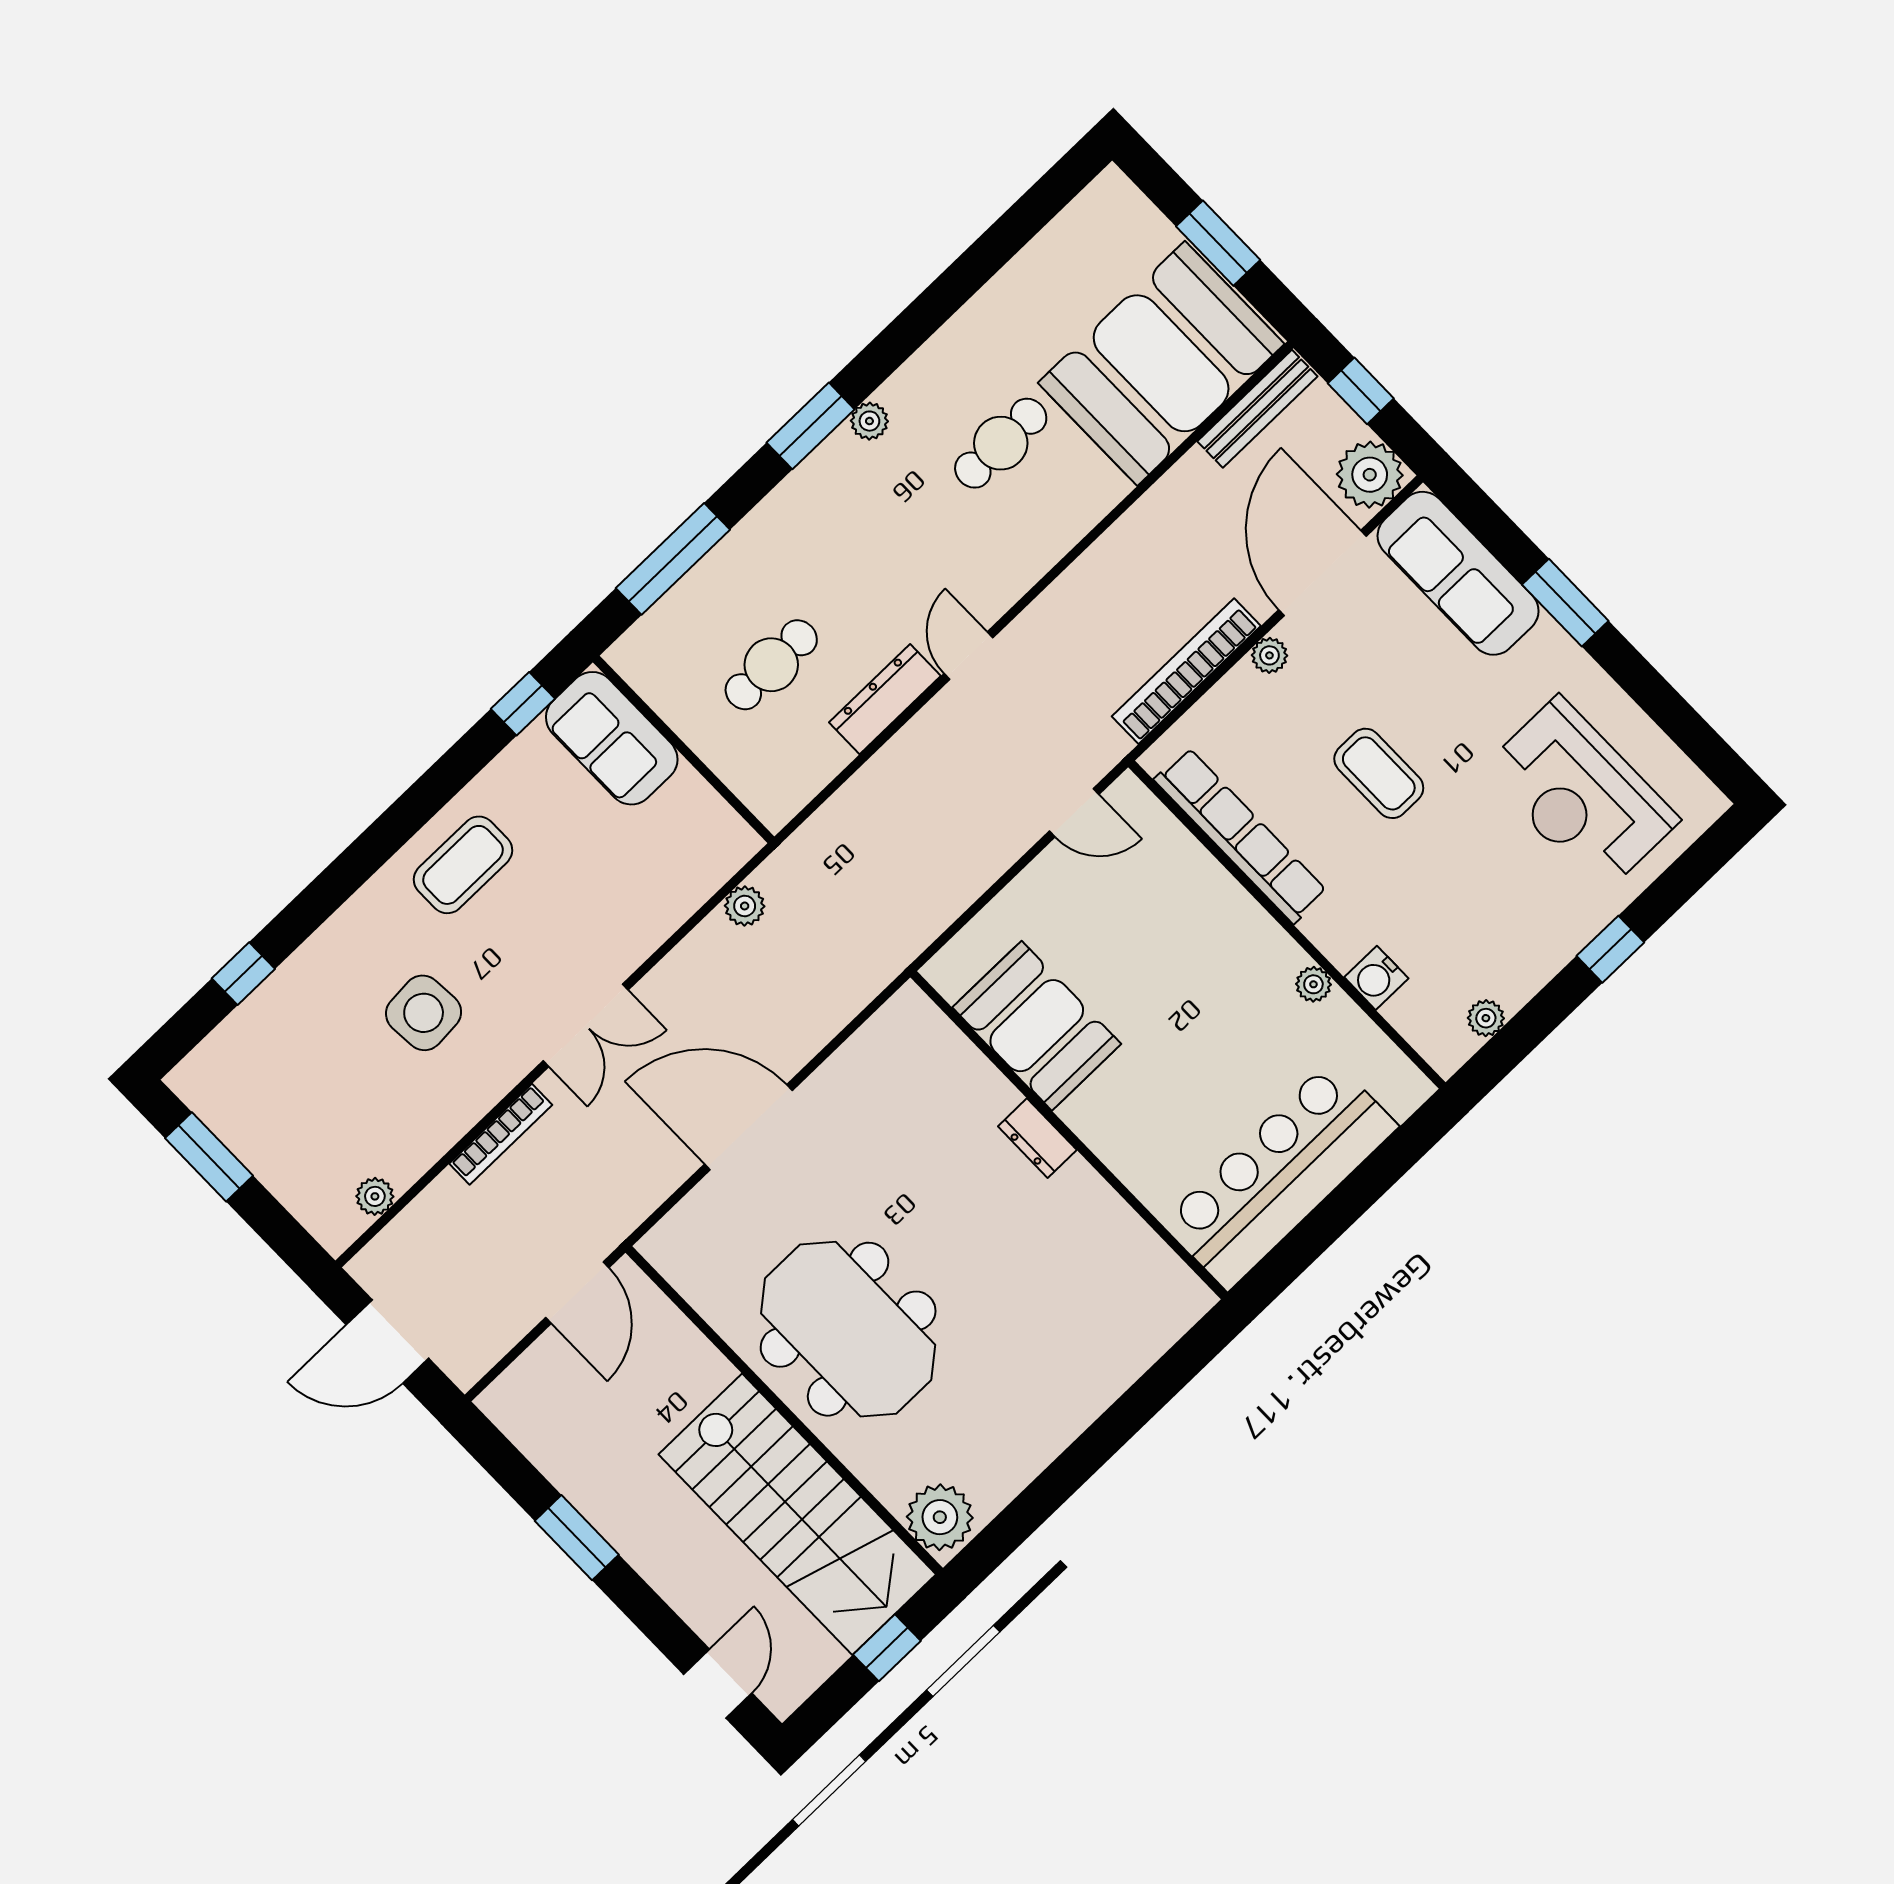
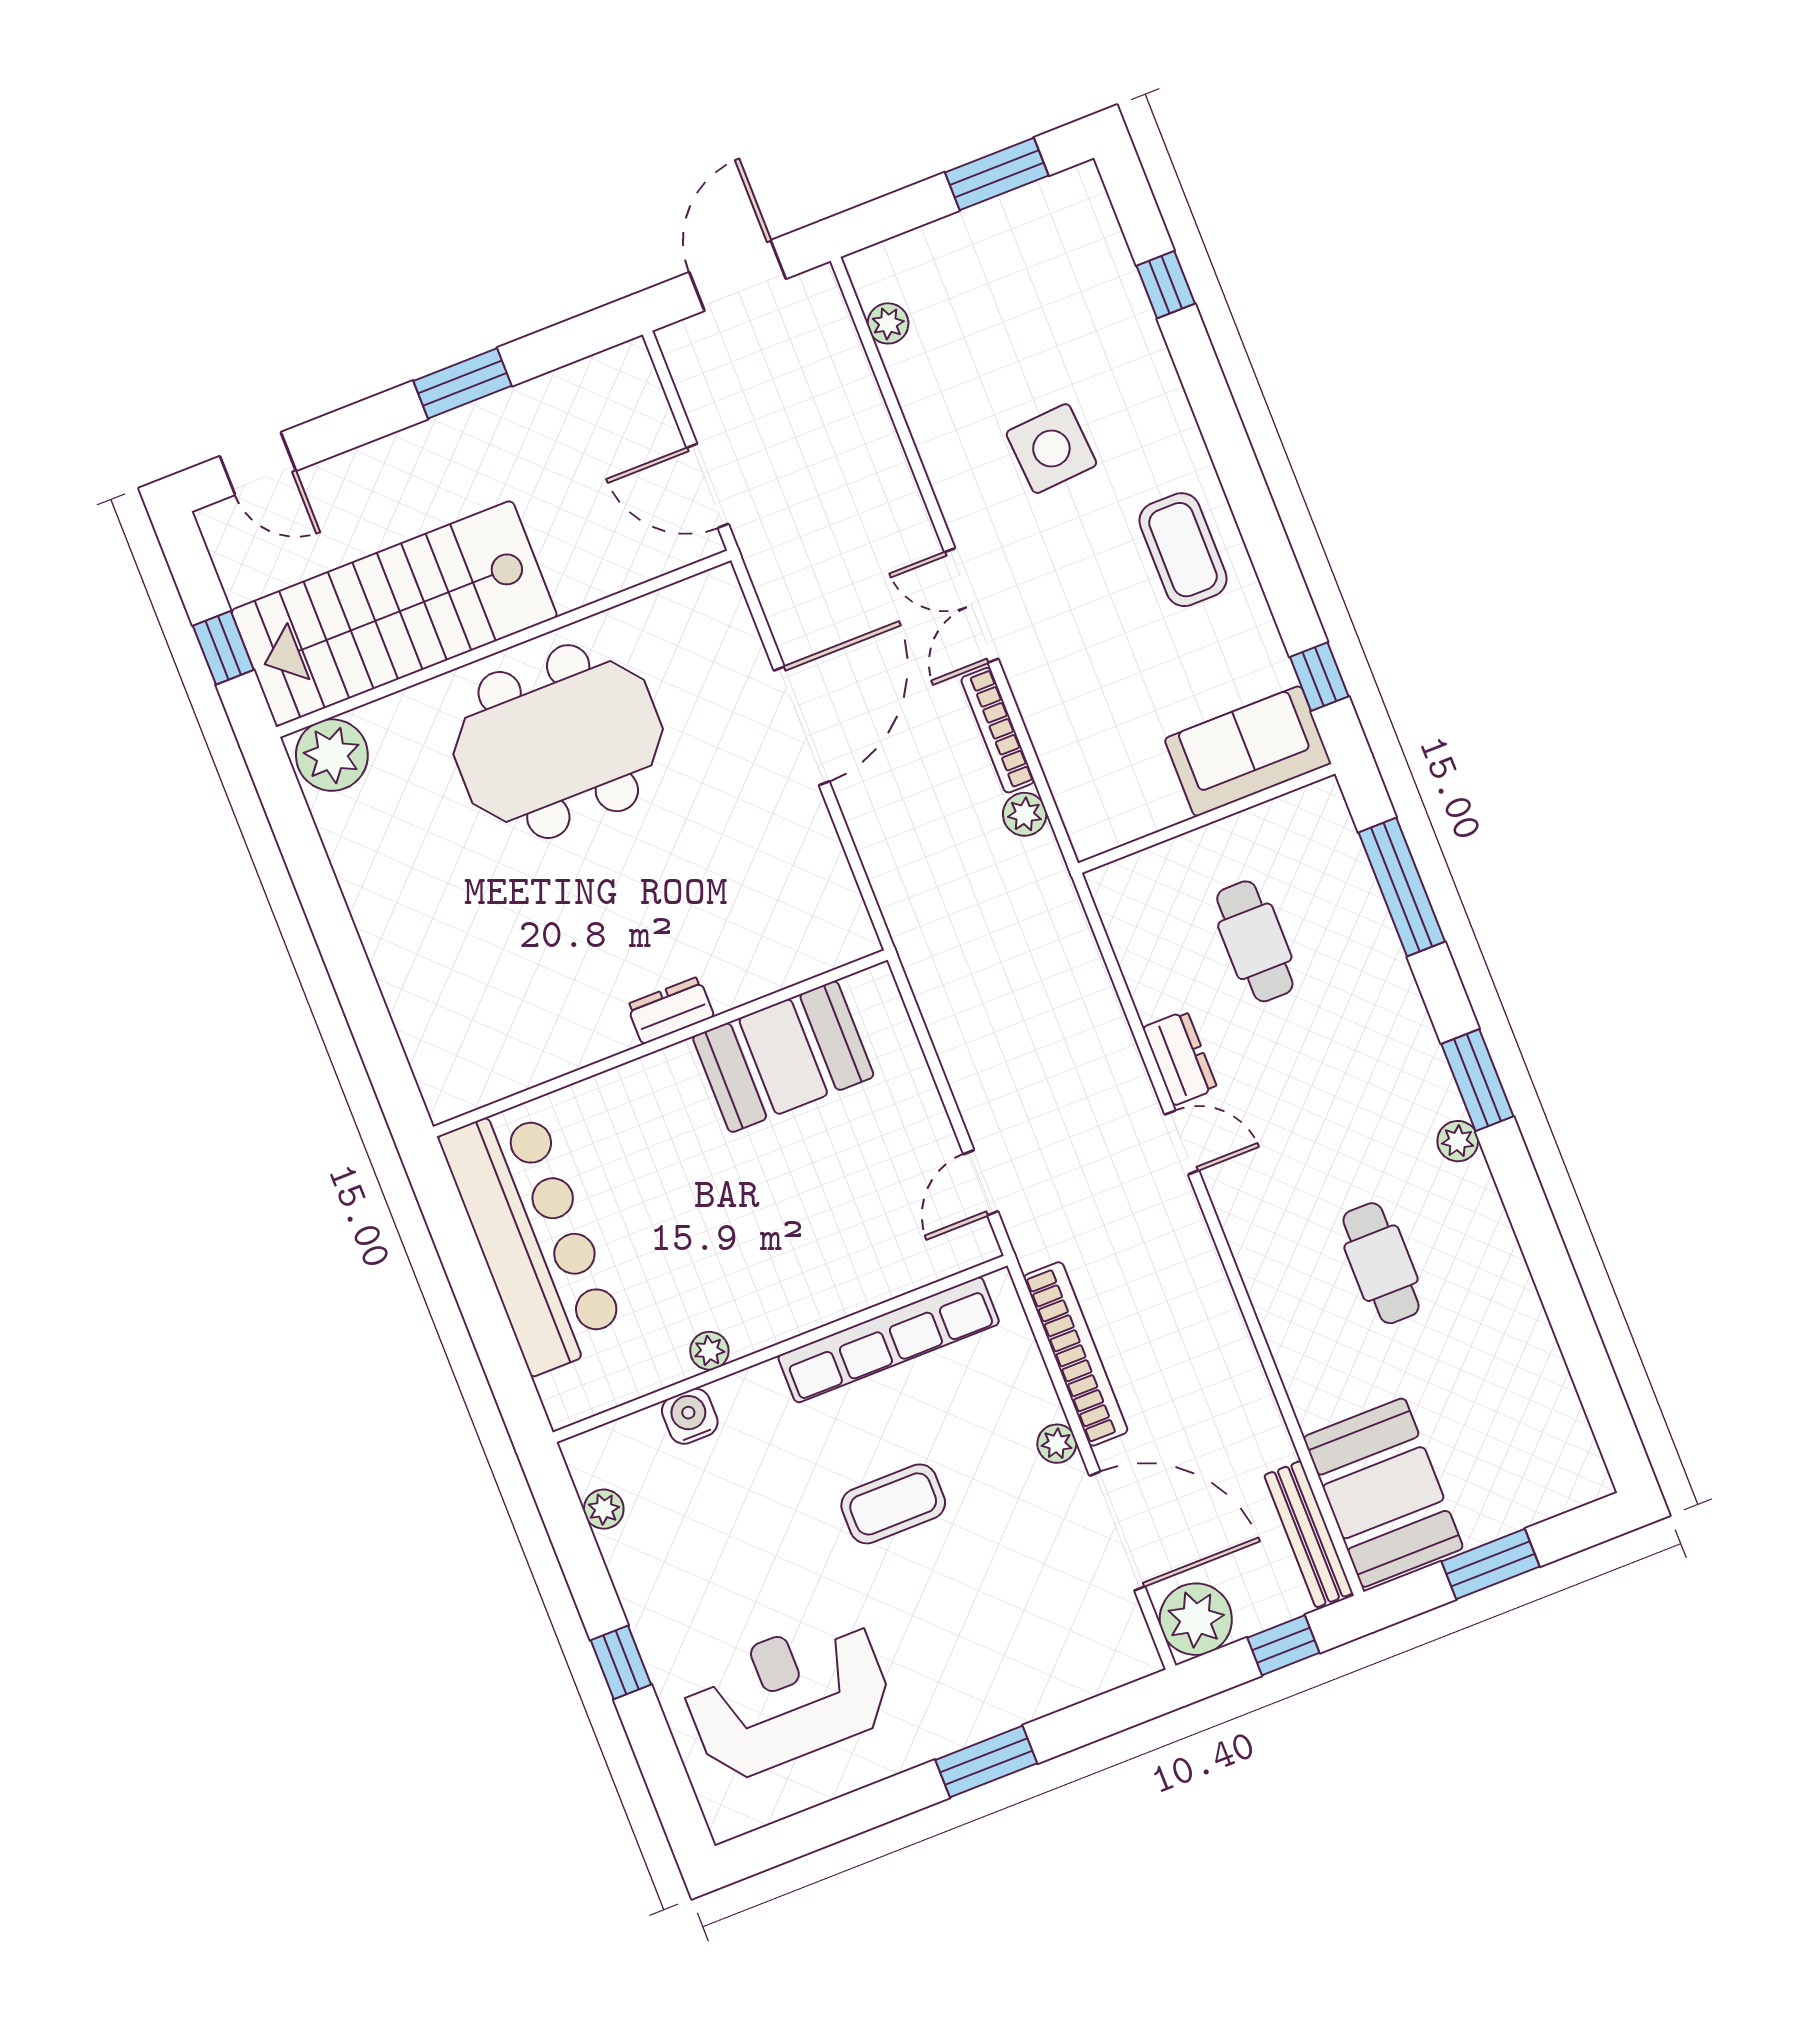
booth: (1161, 363) -> (1383, 1493), width x0.73, depth x0.70
sofa: (1458, 573) -> (1060, 1666), removed
dresser: (885, 699) -> (1180, 1058), width x0.70
bookcase: (501, 1134) -> (998, 730), moved

